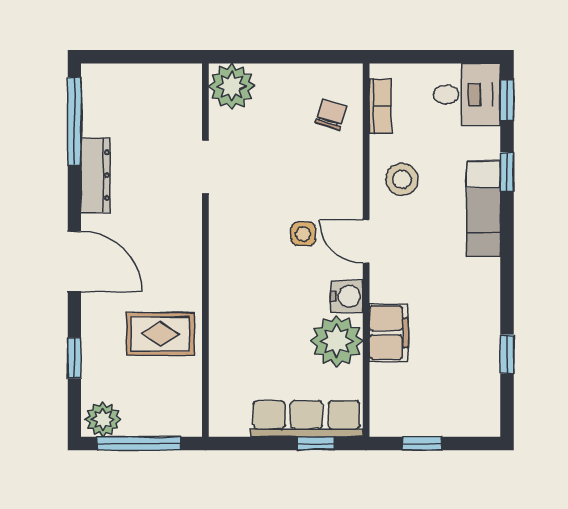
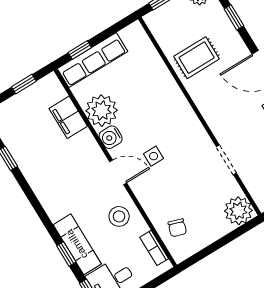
exam couch: (484, 209) -> (77, 244), moved
filing cabinet: (389, 333) -> (68, 117), moved

